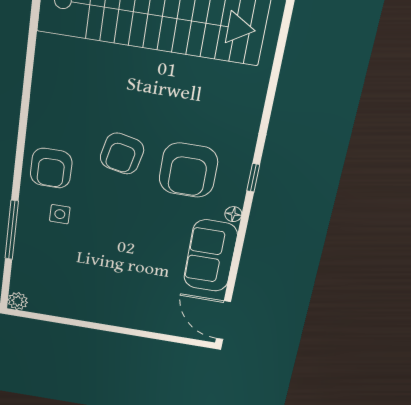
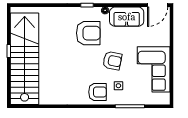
armchair: (122, 154) -> (112, 61), moved
corner sofa: (86, 290) -> (154, 69), added
plant: (18, 301) -> (165, 100), removed

